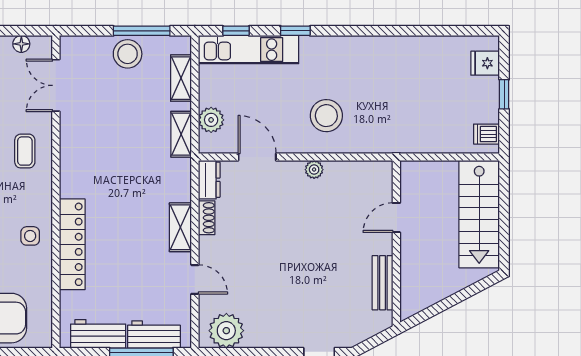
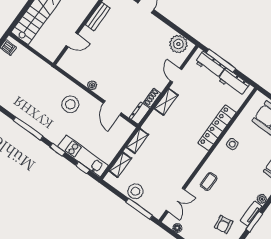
window: (142, 31) -> (139, 209), moved
window: (365, 31) -> (28, 128), added
plant: (211, 120) -> (120, 138), removed

